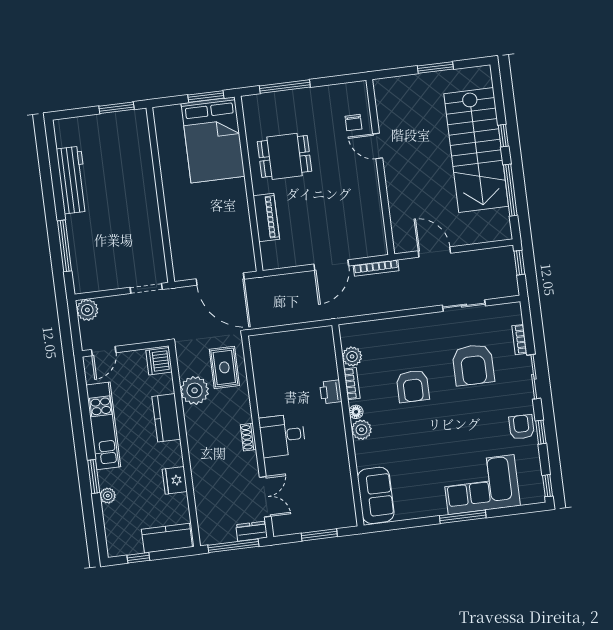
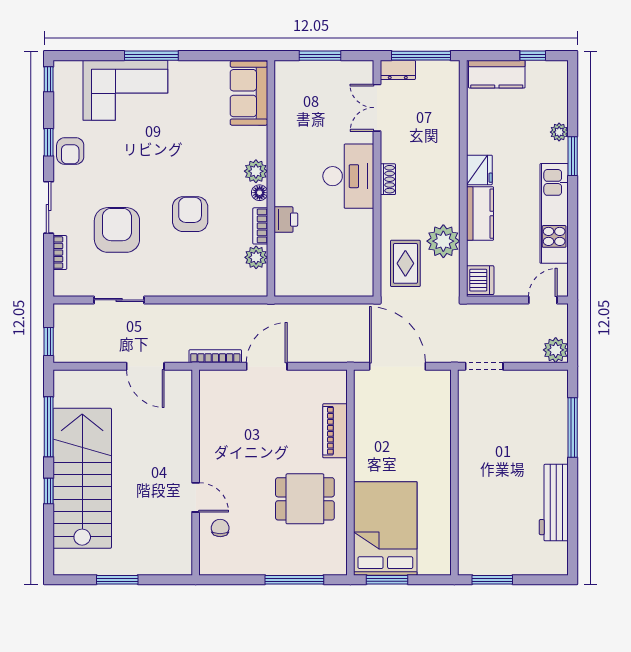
desk: (282, 435) -> (348, 176), width x1.37
fridge: (175, 480) -> (479, 170), moved

